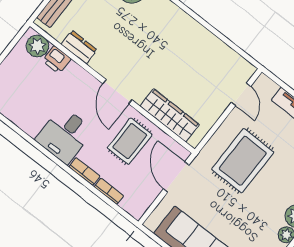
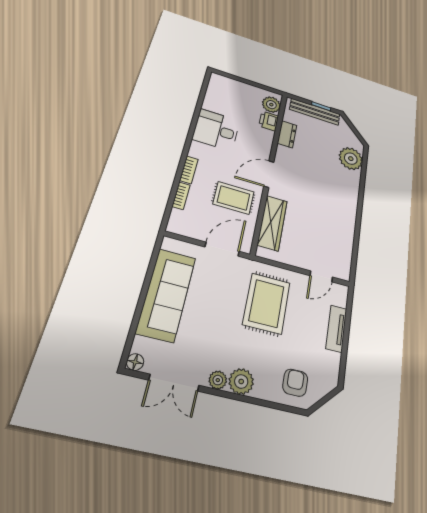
desk: (65, 135) -> (216, 130), moved
rug: (243, 161) -> (267, 303), turned 90

